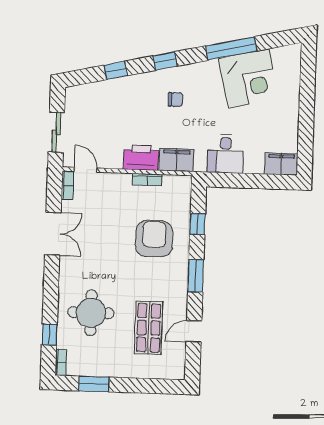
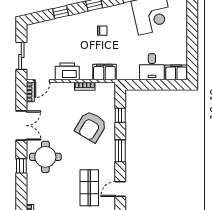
desk: (226, 154) -> (152, 67), moved
printer: (141, 158) -> (67, 71), moved
door: (86, 170) -> (42, 81), swing flipped
armchair: (154, 239) -> (91, 127), turned -149
round table: (91, 313) -> (45, 157), moved
window: (49, 335) -> (21, 166), moved

